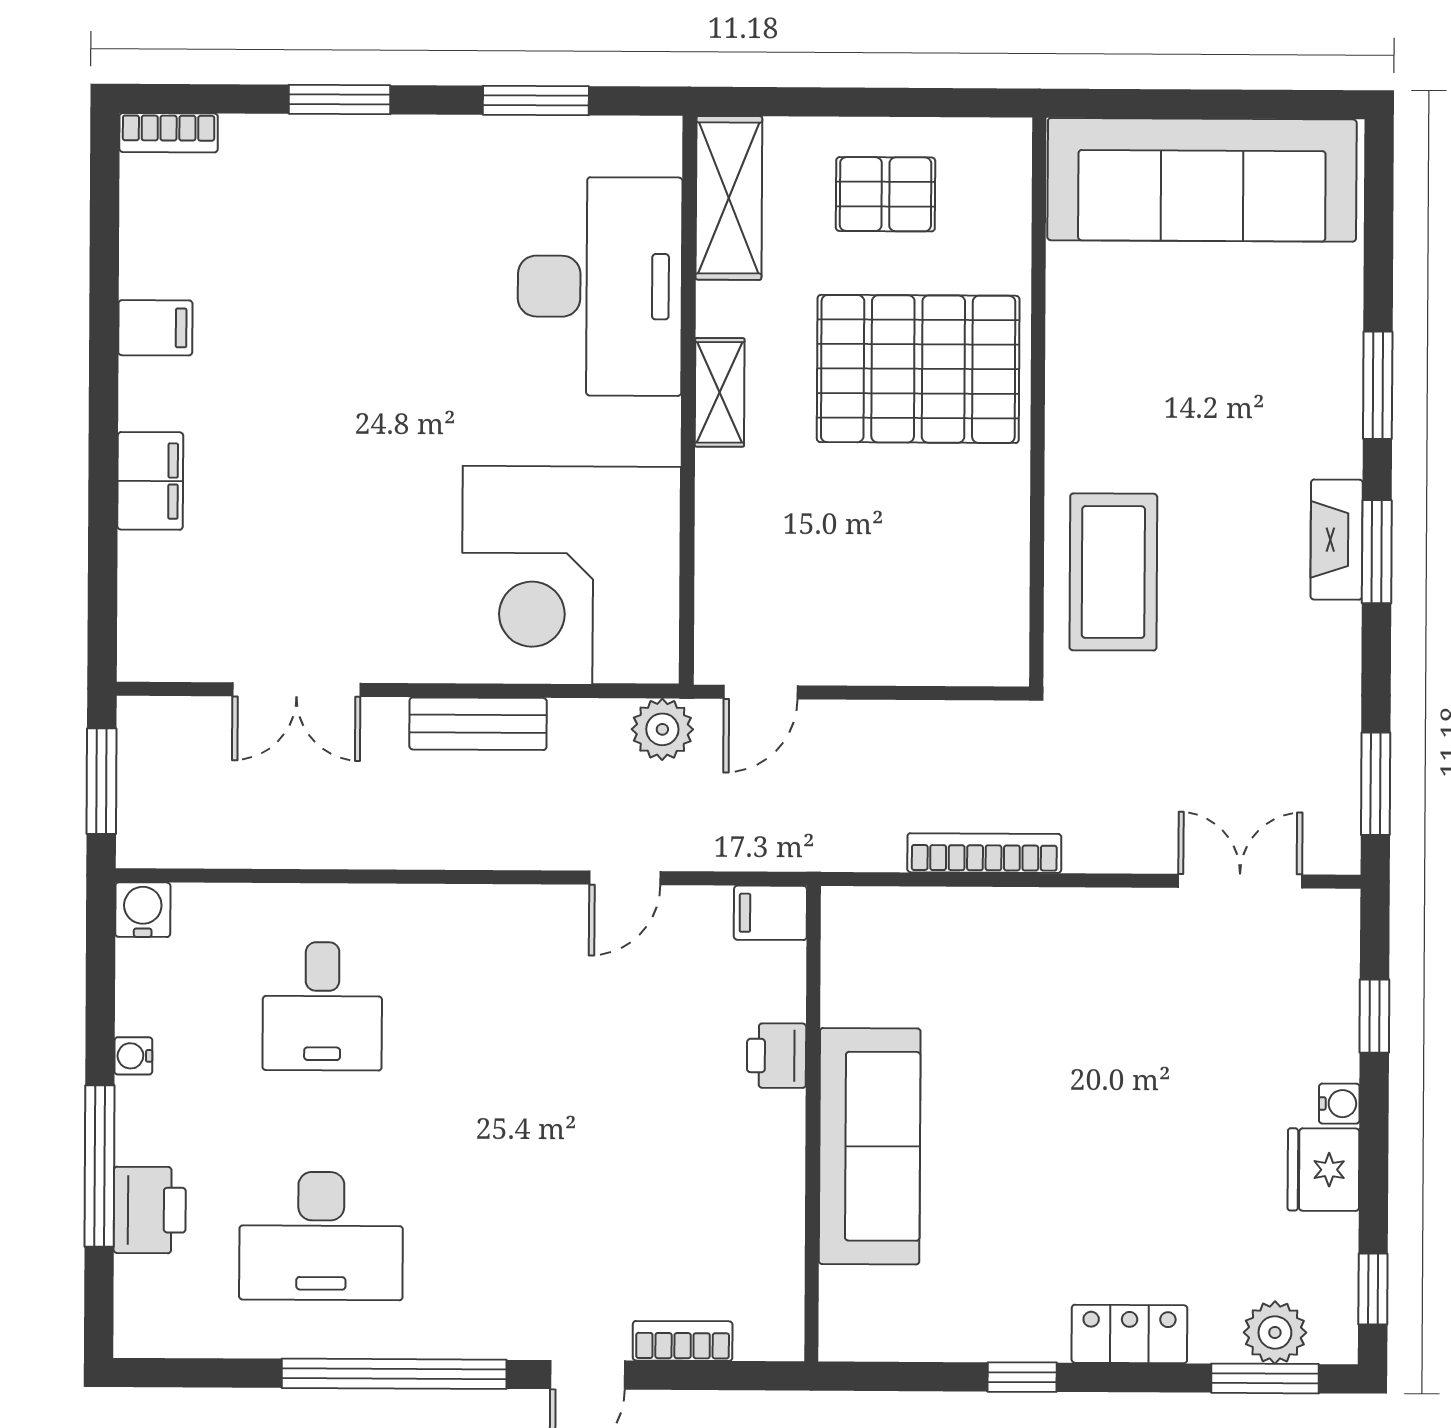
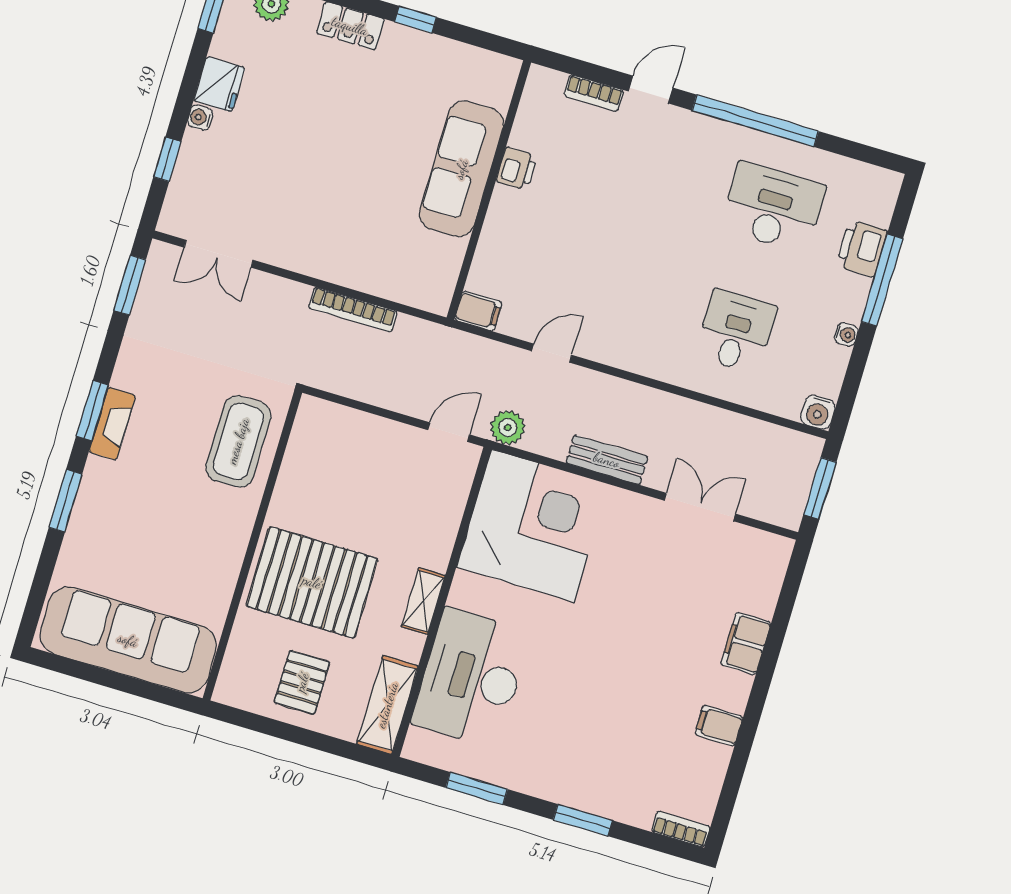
pallet: (886, 194) -> (302, 682), turned 90
printer: (777, 1056) -> (517, 169), moved

